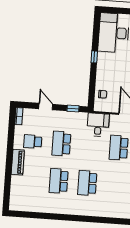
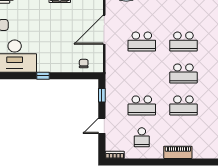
desk: (98, 125) -> (118, 66), removed
piano: (18, 162) -> (178, 152), moved
school desk: (116, 185) -> (183, 42), added

